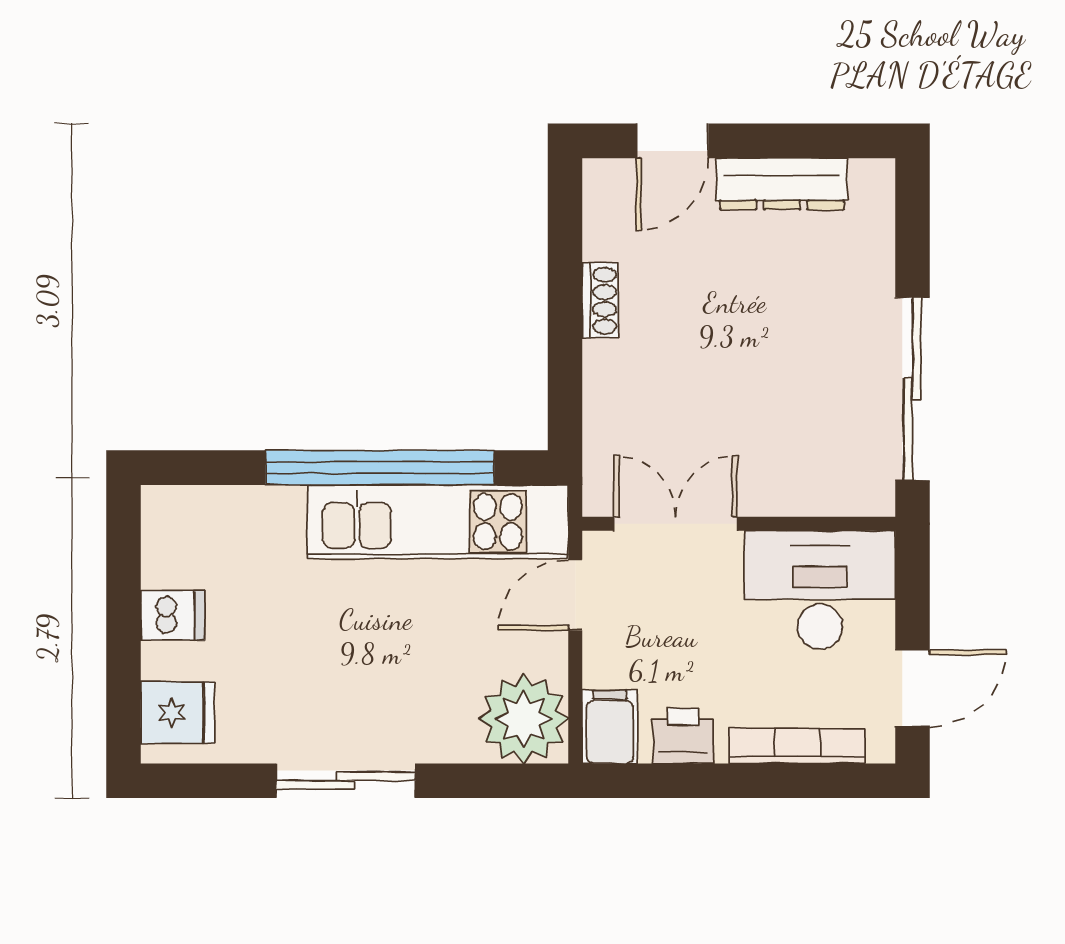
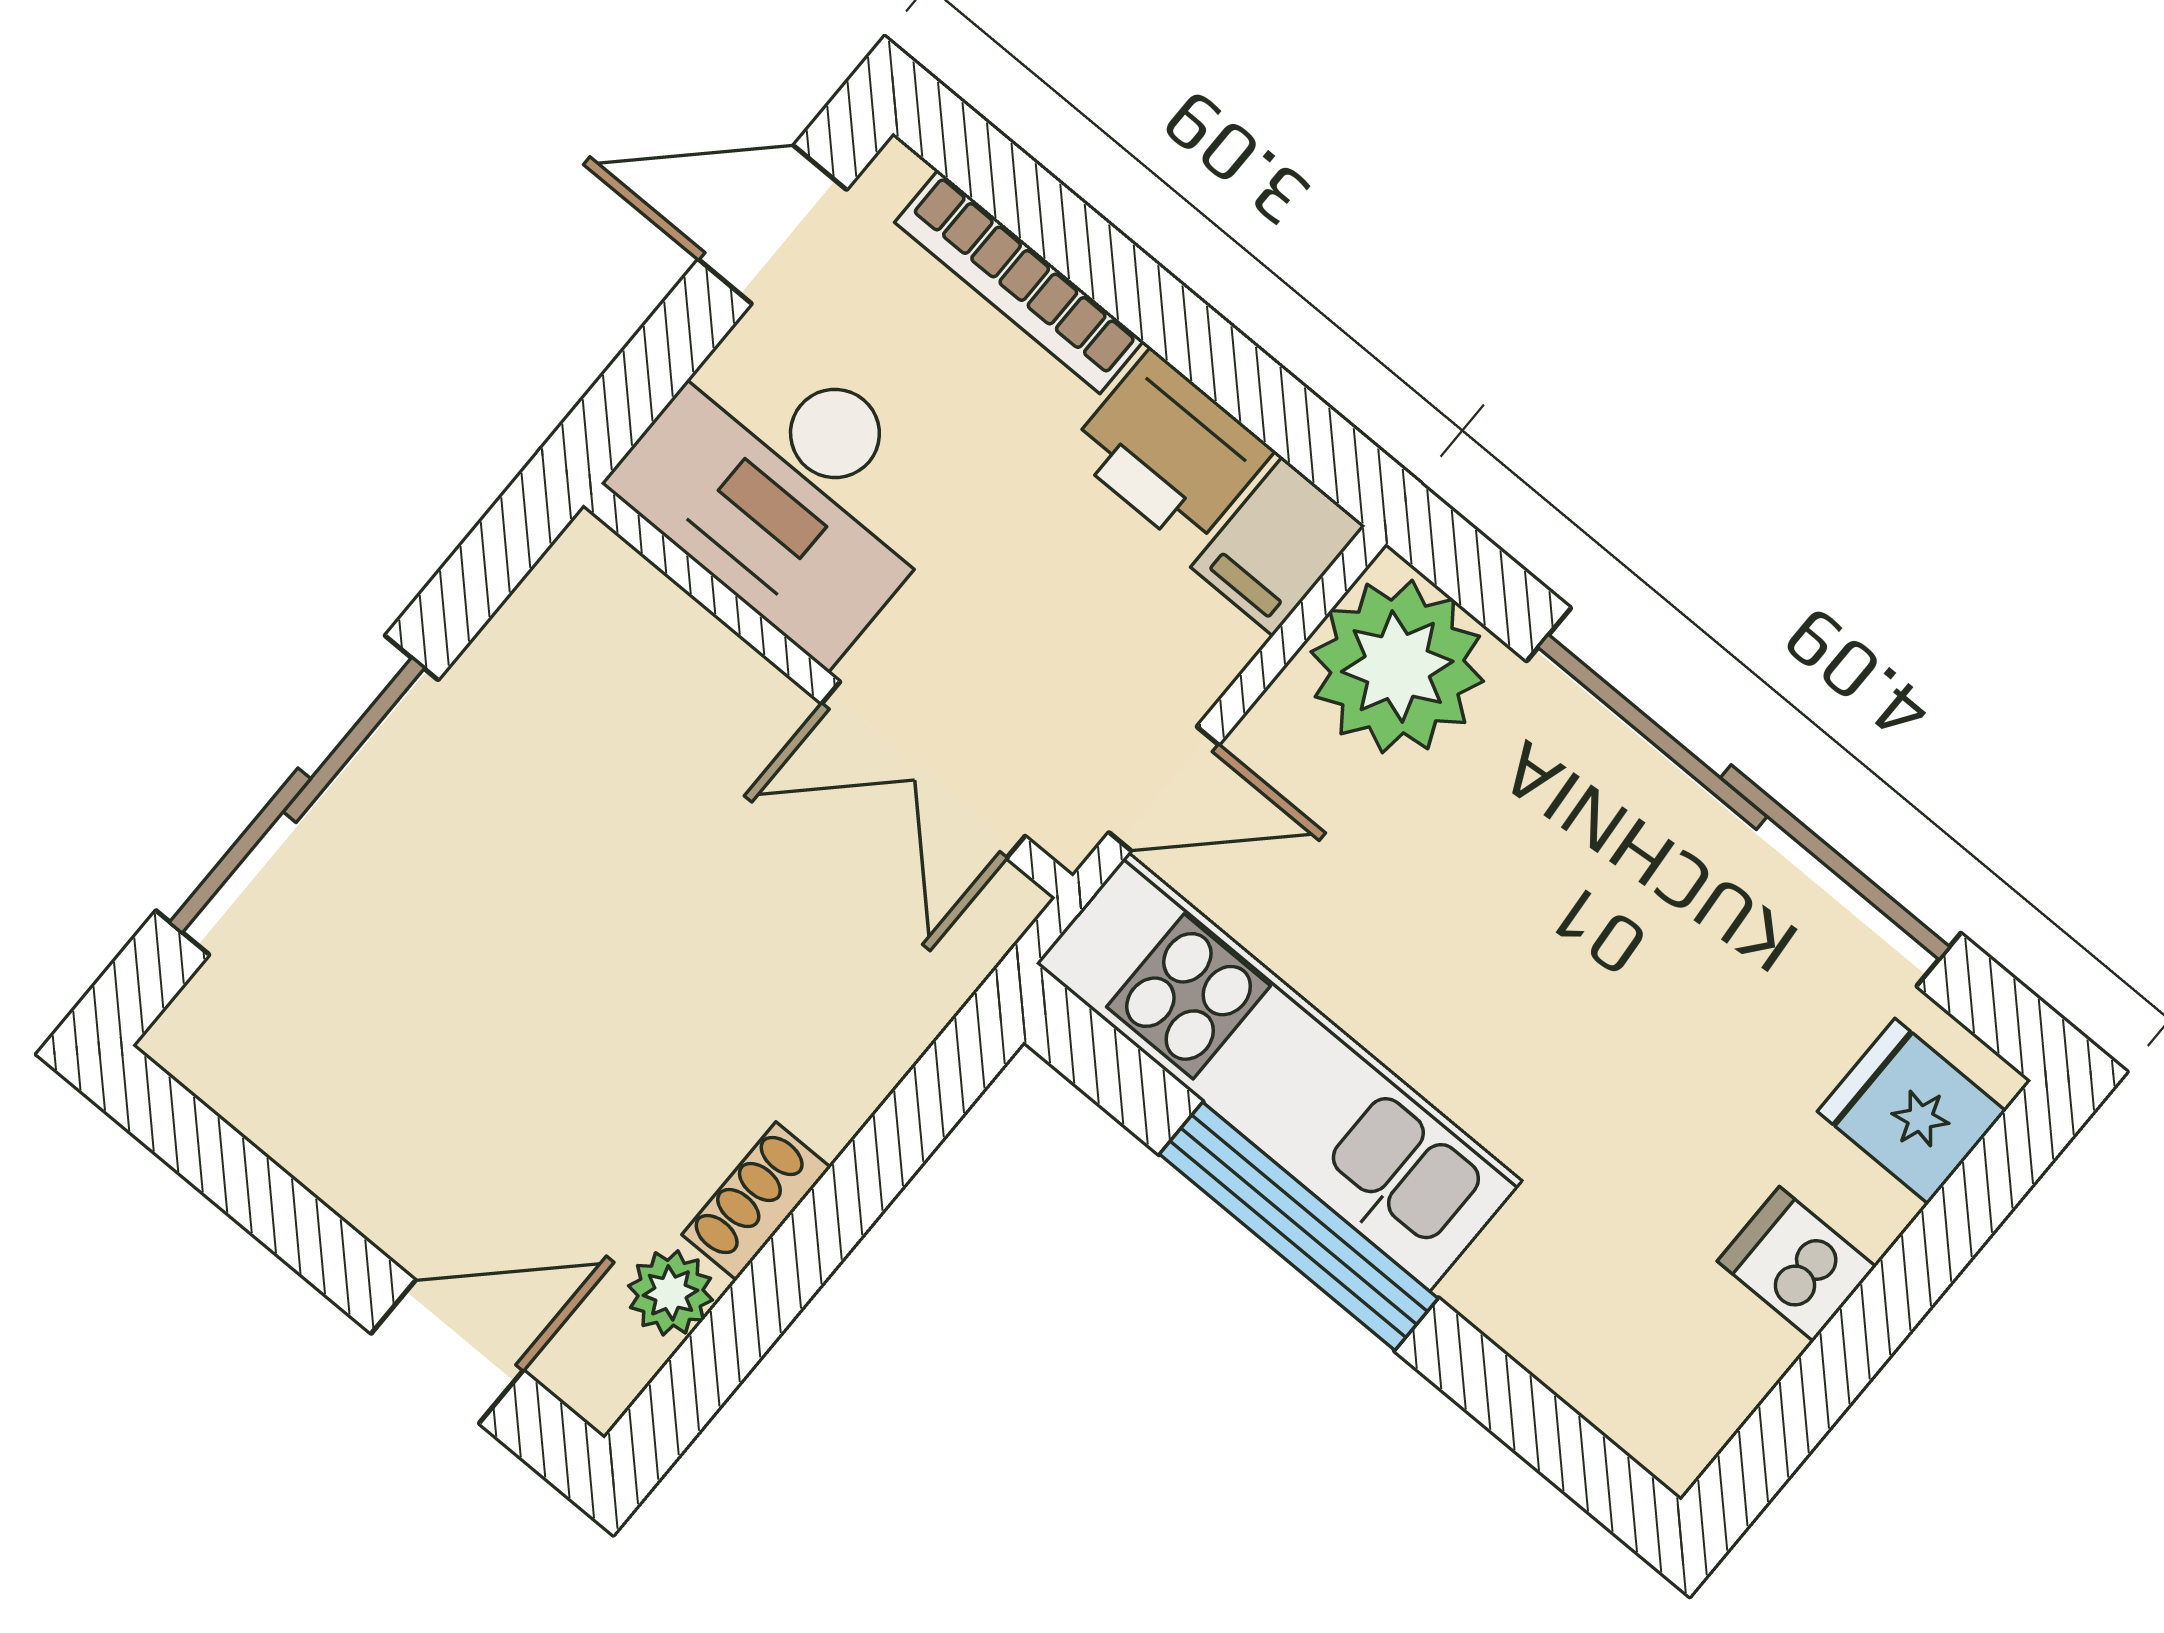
dresser: (782, 184) -> (336, 1149), removed
plant: (604, 237) -> (670, 1293), added
sliding door: (912, 389) -> (297, 795), moved
window: (380, 468) -> (1299, 1226), width x0.68
printer: (683, 736) -> (1170, 451), width x1.36, depth x1.24
sliding door: (346, 781) -> (1744, 797), width x1.86

